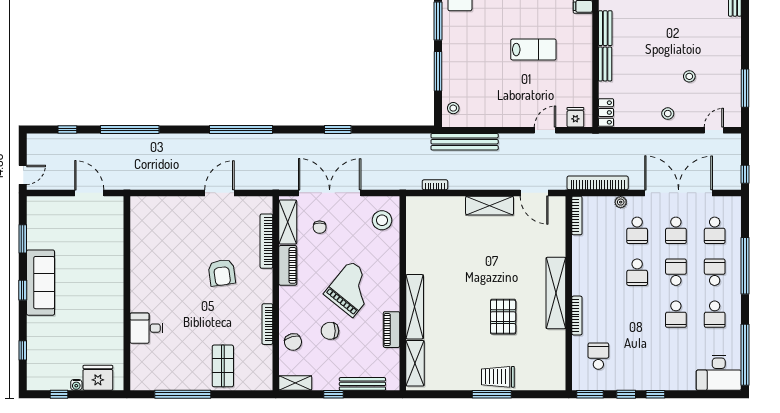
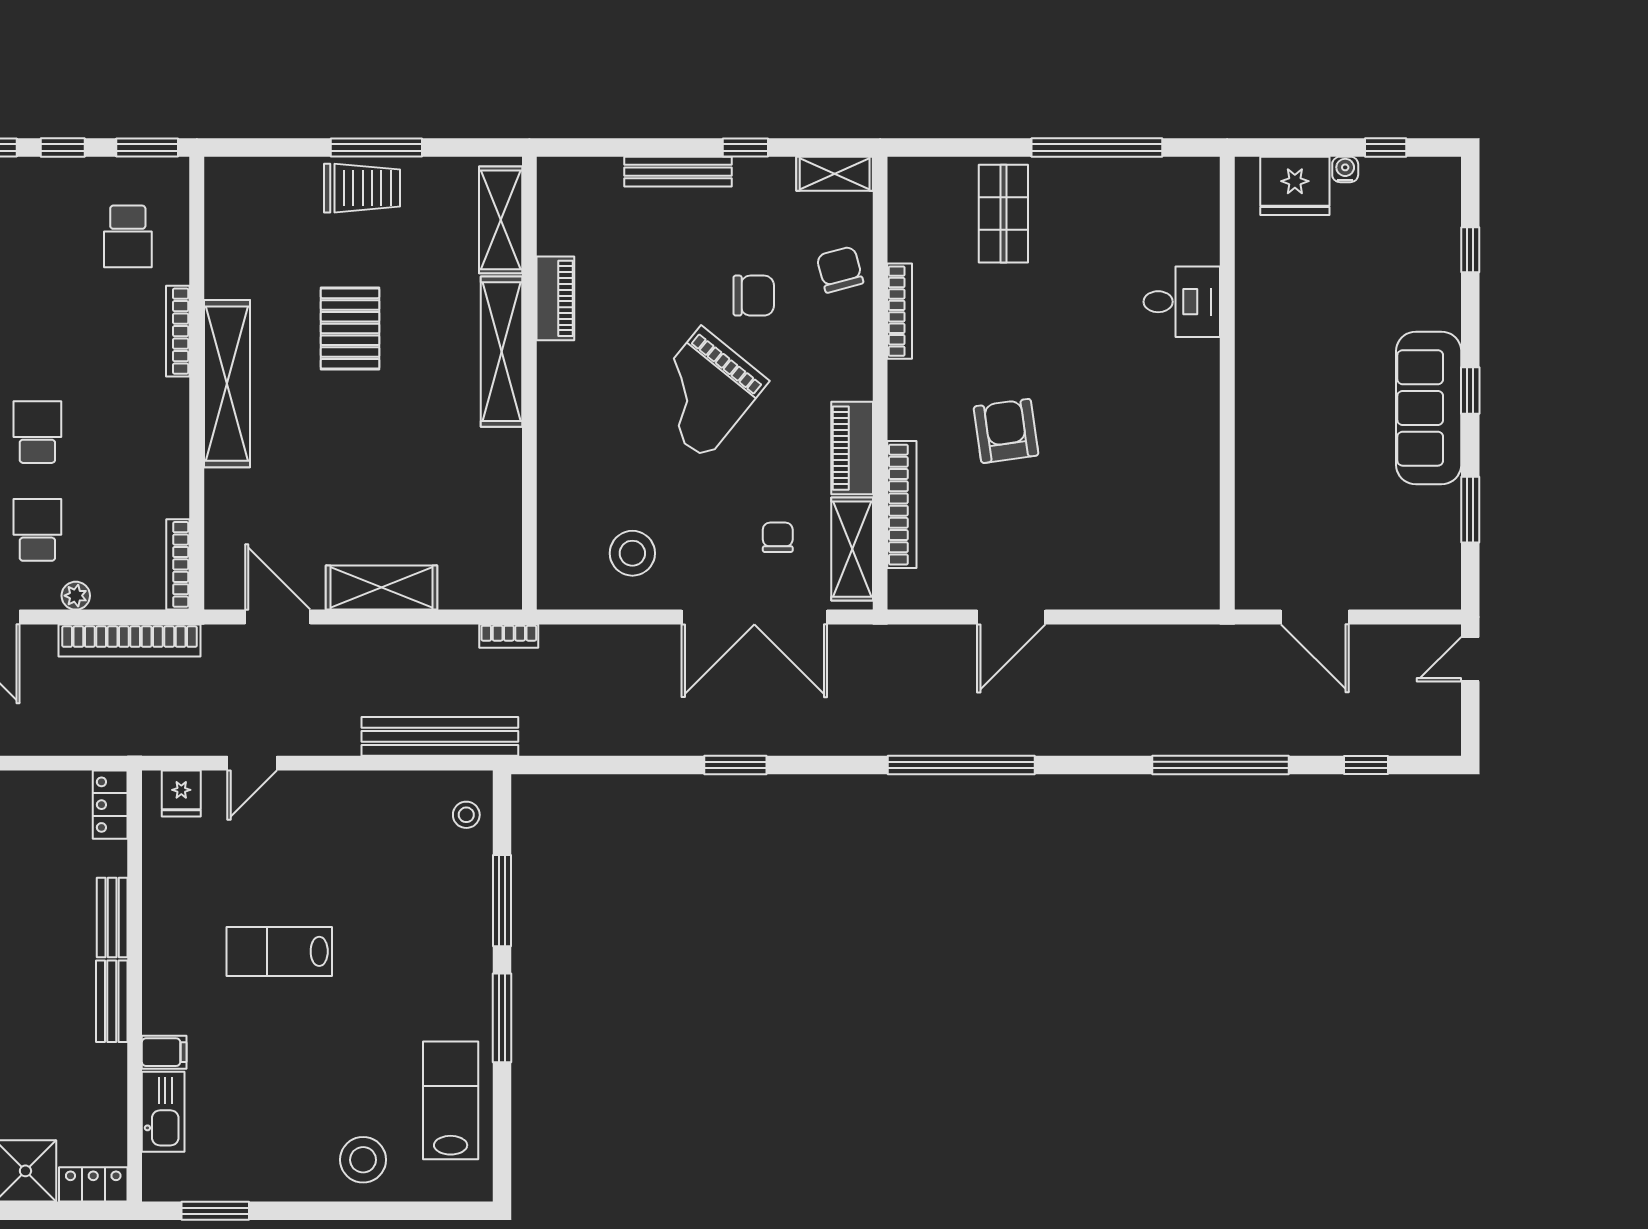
wall: (403, 293) -> (529, 383), moved
shelving: (415, 307) -> (501, 352), moved
piano: (391, 330) -> (555, 298), moved
shelving: (415, 363) -> (501, 220), moved

